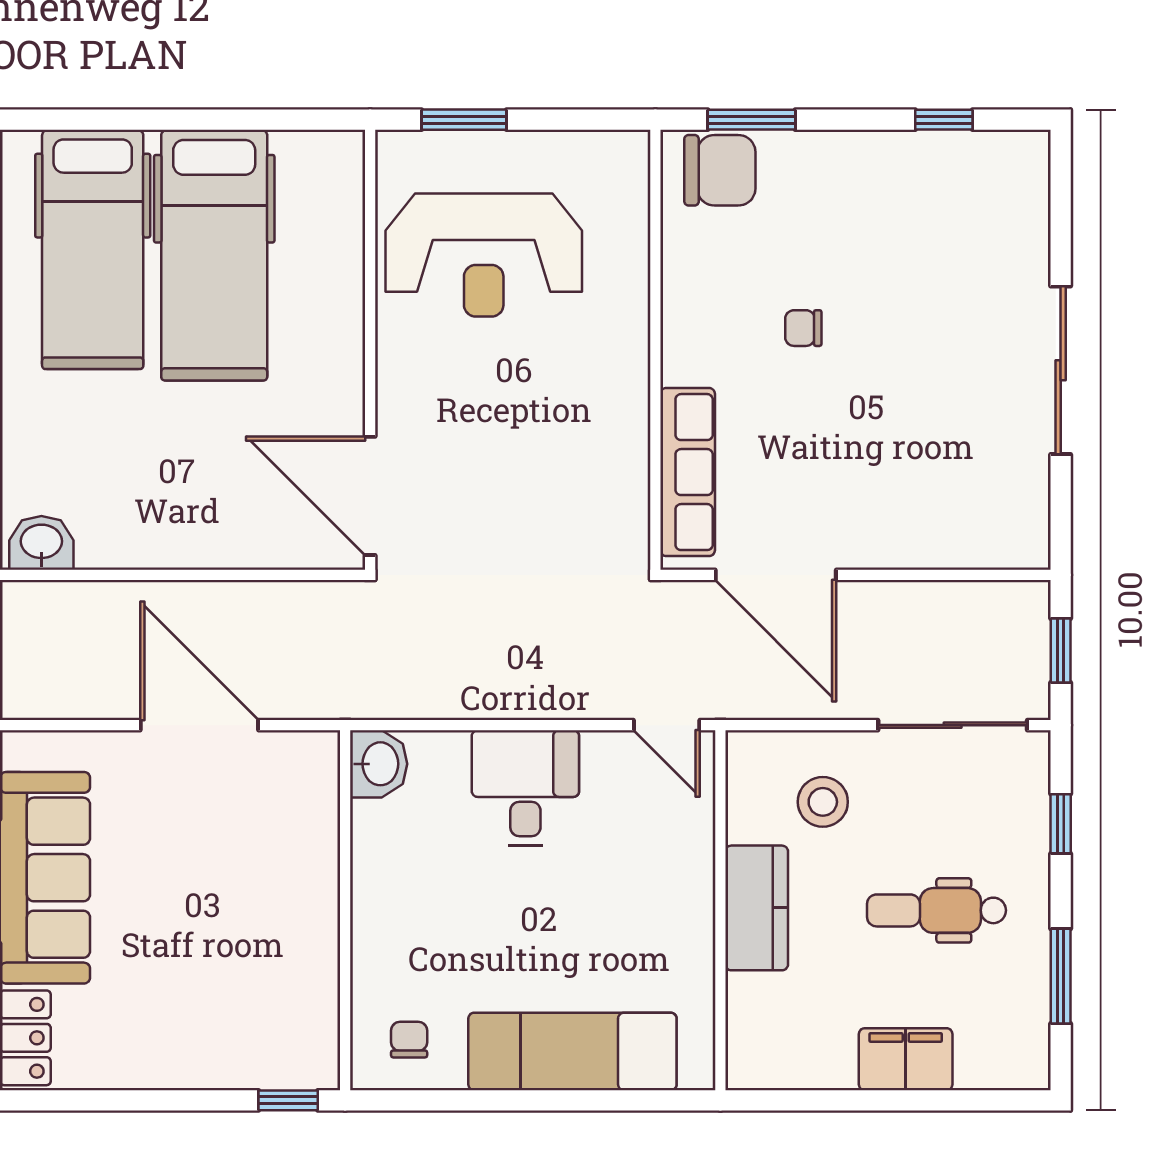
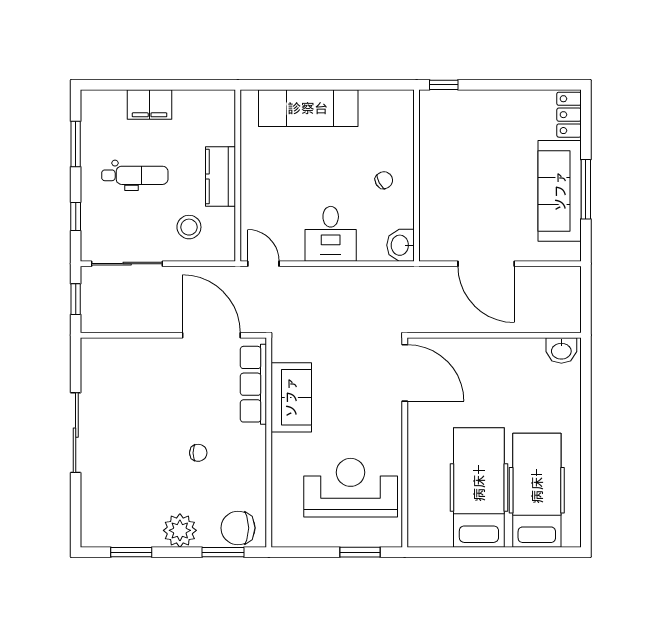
window: (944, 120) -> (131, 552), width x1.50
plant: (842, 165) -> (180, 530), added
sofa: (608, 444) -> (291, 397), added
chair: (409, 1040) -> (384, 180), moved, turned -120

